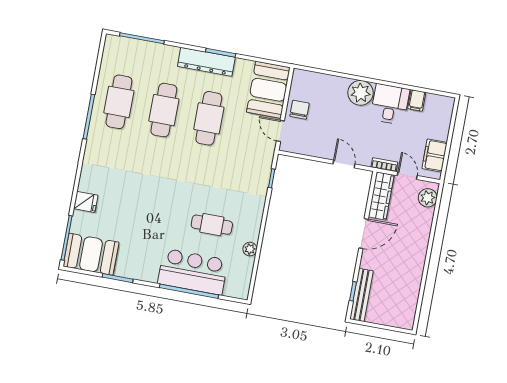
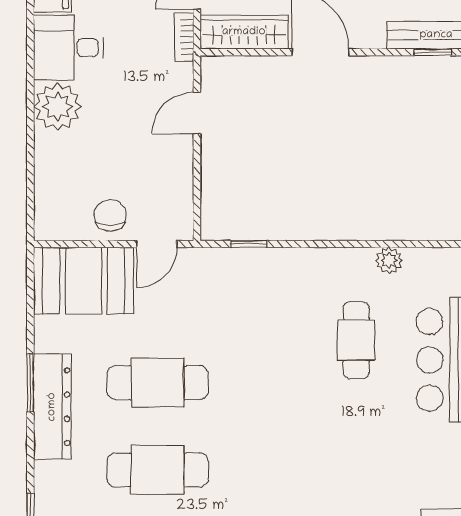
chair: (300, 110) -> (110, 215), turned 90

